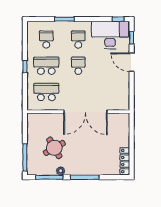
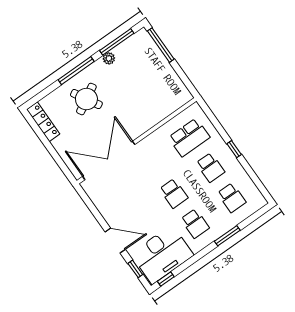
school desk: (46, 66) -> (210, 168), width x0.54
double door: (86, 112) -> (109, 160), moved
round table: (54, 148) -> (86, 99), moved

